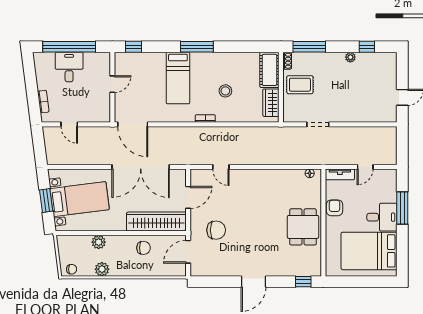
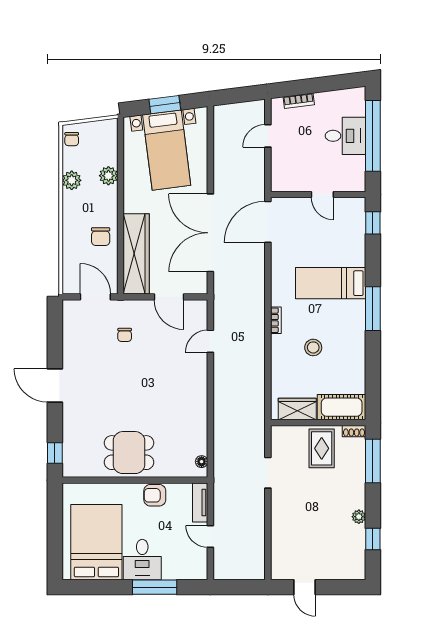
armchair: (335, 208) -> (155, 495), turned 180
chair: (216, 230) -> (125, 335), width x0.54, depth x0.54

